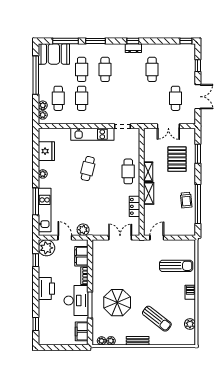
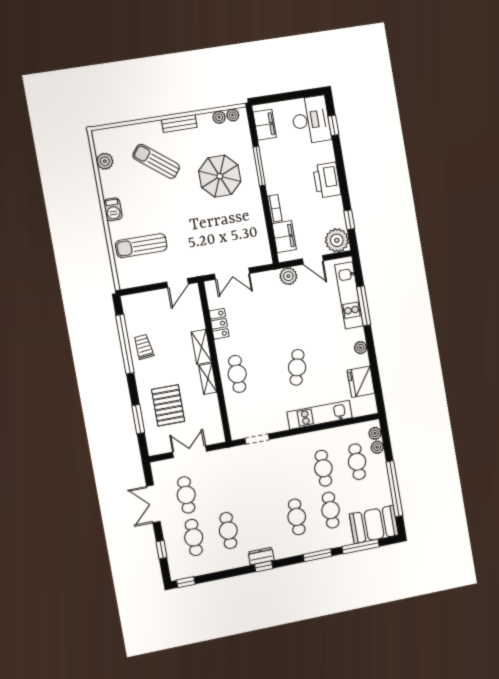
cafe table: (176, 69) -> (194, 537), added
kitchen unit: (92, 134) -> (320, 415), moved
desk: (76, 301) -> (311, 120), moved, turned 180

